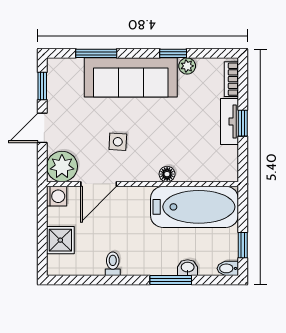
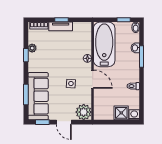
sofa: (131, 77) -> (38, 96), moved
door: (99, 184) -> (93, 79), moved
washing machine: (57, 196) -> (134, 115), moved

